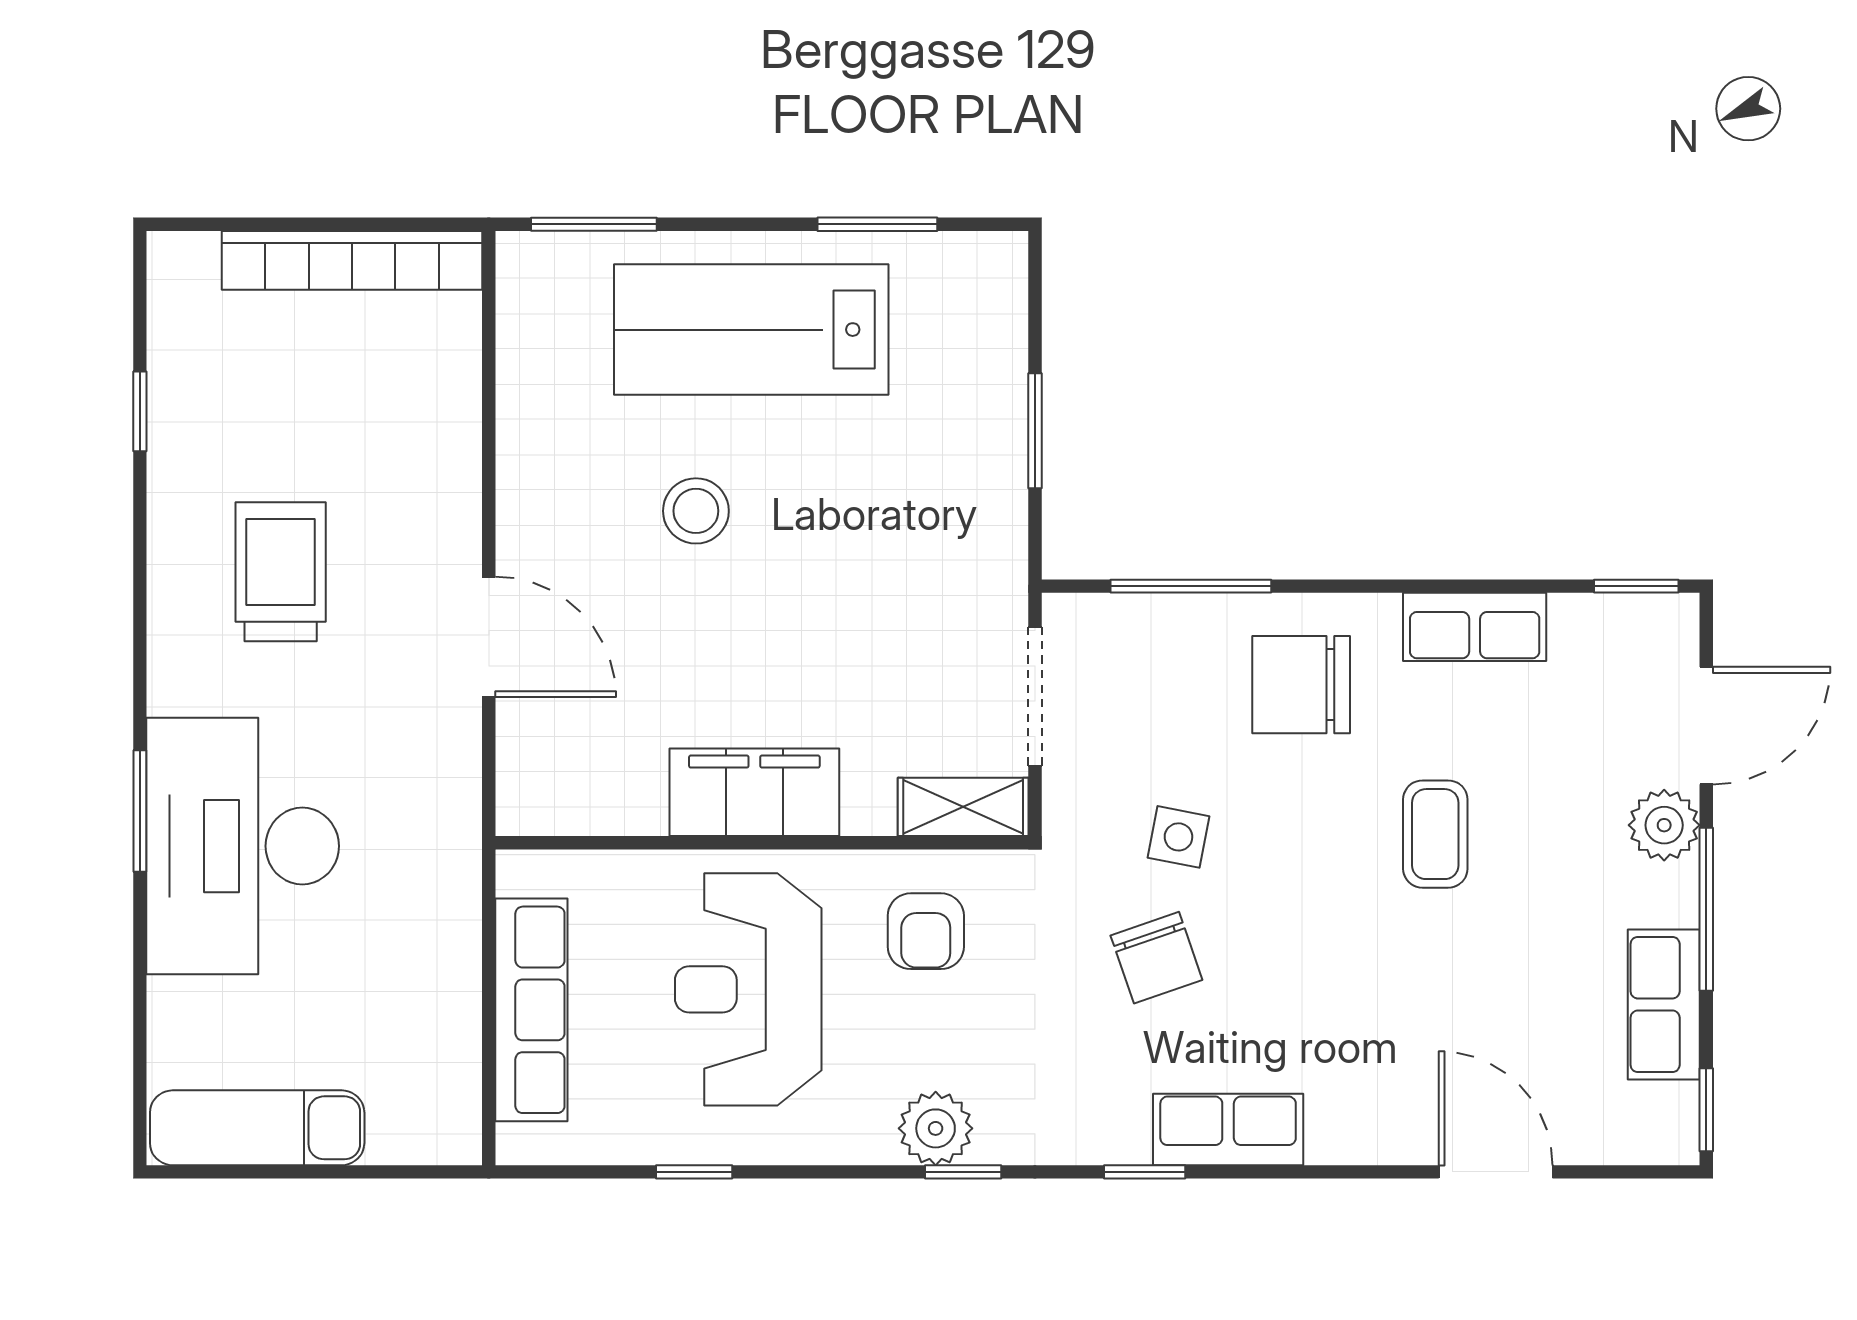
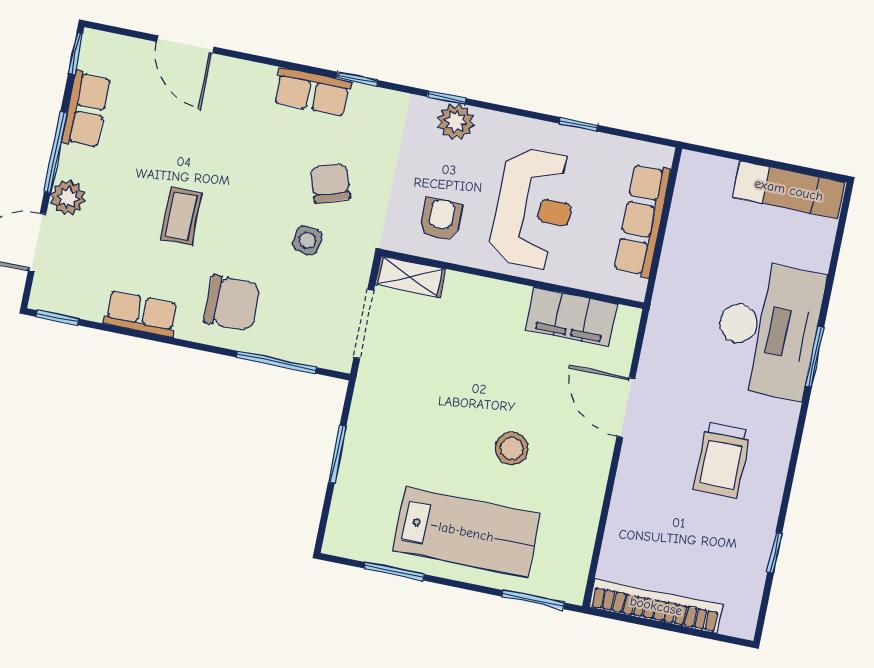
filing cabinet: (754, 792) -> (571, 317), moved

